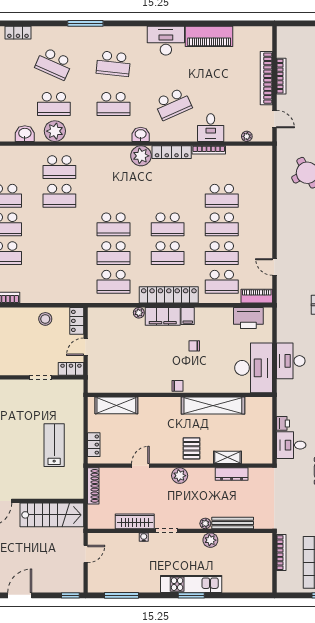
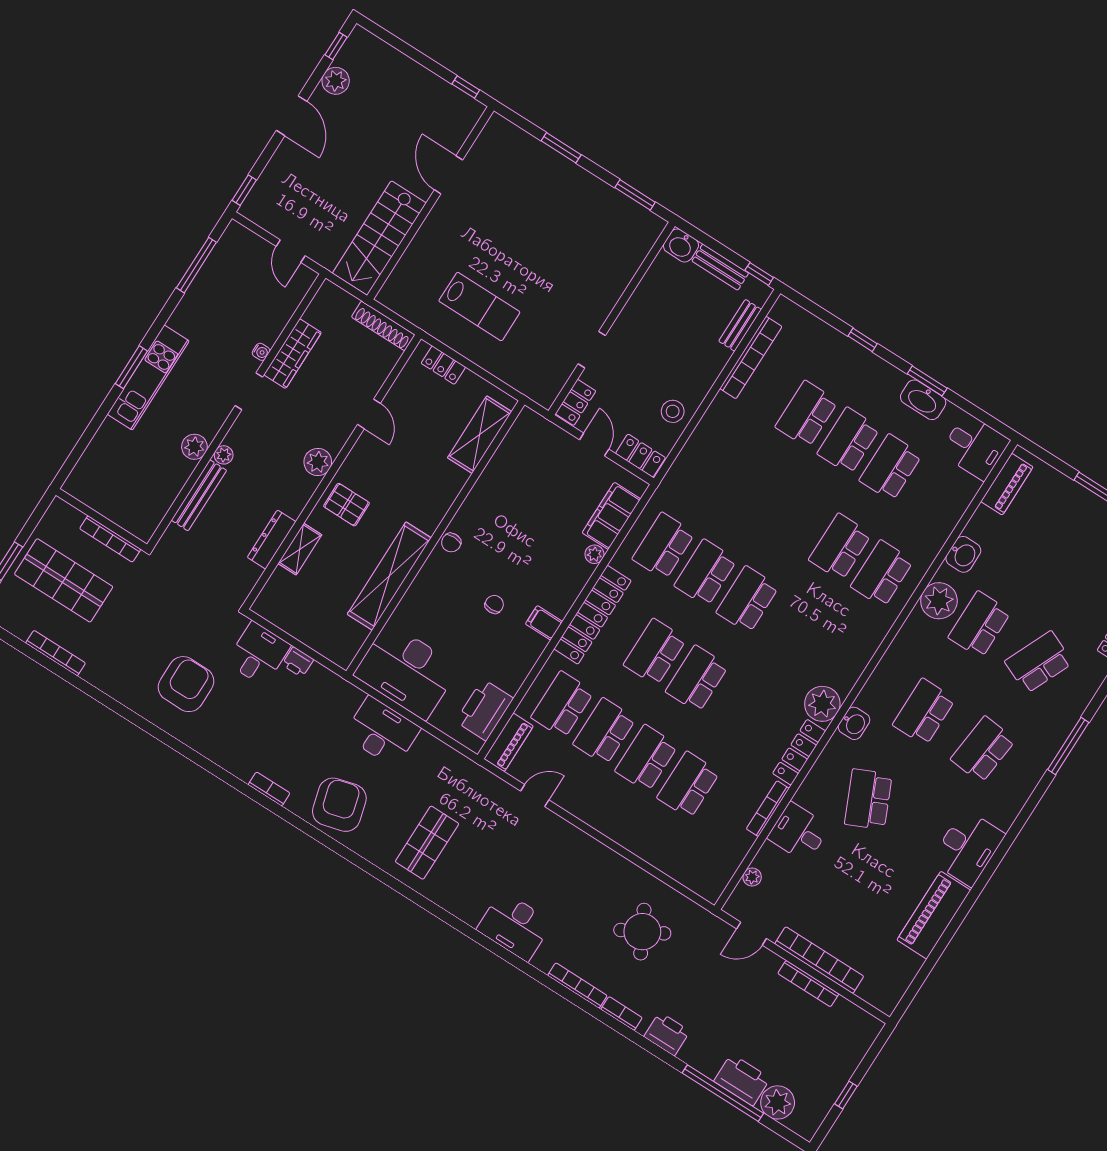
filing cabinet: (163, 316) -> (611, 516), moved

